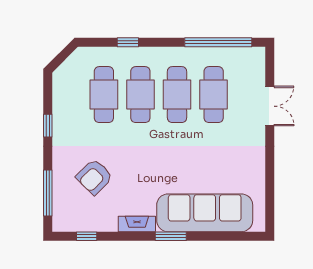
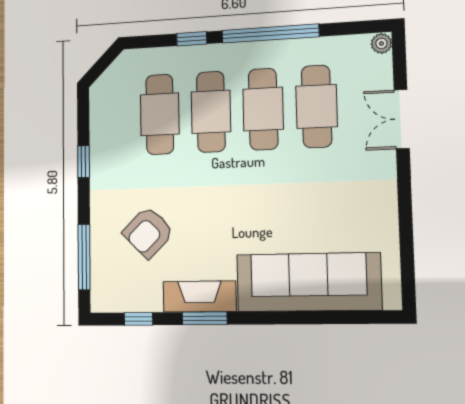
window: (218, 42) -> (270, 33), moved
plant: (258, 54) -> (381, 43), added
double door: (270, 106) -> (402, 119), swing flipped
fireplace: (137, 224) -> (200, 296), width x1.37, depth x1.32
window: (171, 236) -> (205, 318), moved

